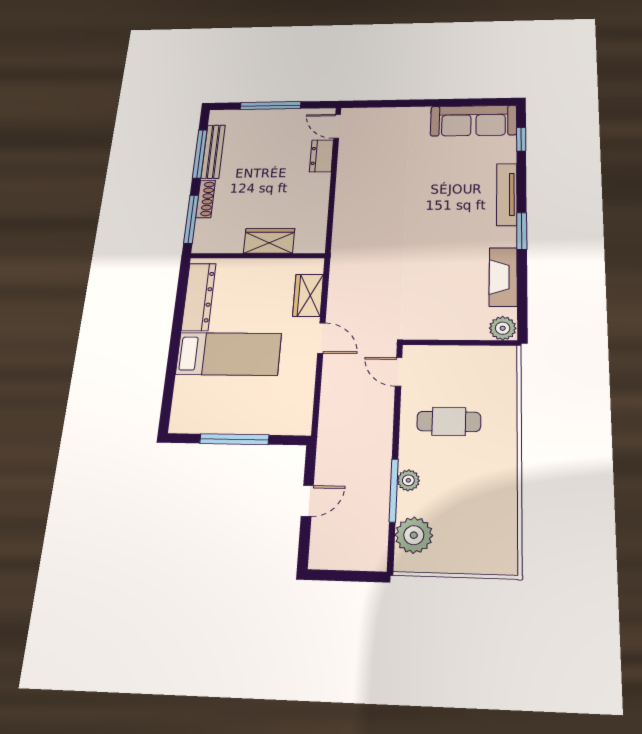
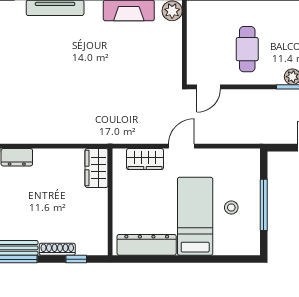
window: (191, 219) -> (76, 259), width x0.46
wardrobe: (269, 241) -> (97, 168), moved
stool: (235, 398) -> (231, 208), added

